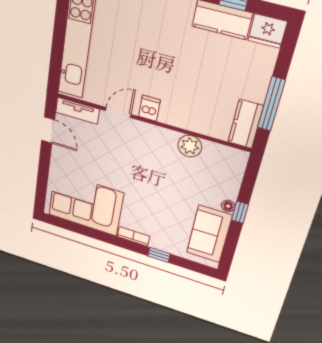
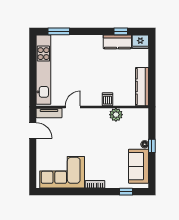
window: (271, 104) -> (152, 78), removed
dishwasher: (149, 108) -> (107, 99), moved
kitchen counter: (246, 124) -> (142, 87), width x1.50
window: (159, 255) -> (126, 192), moved

